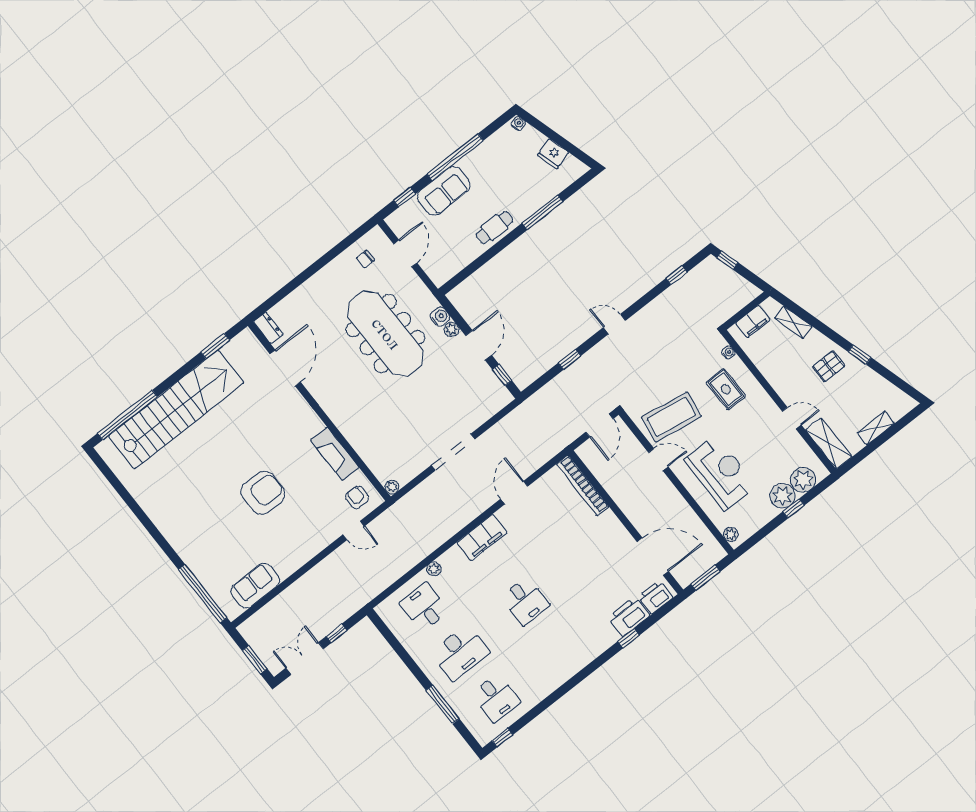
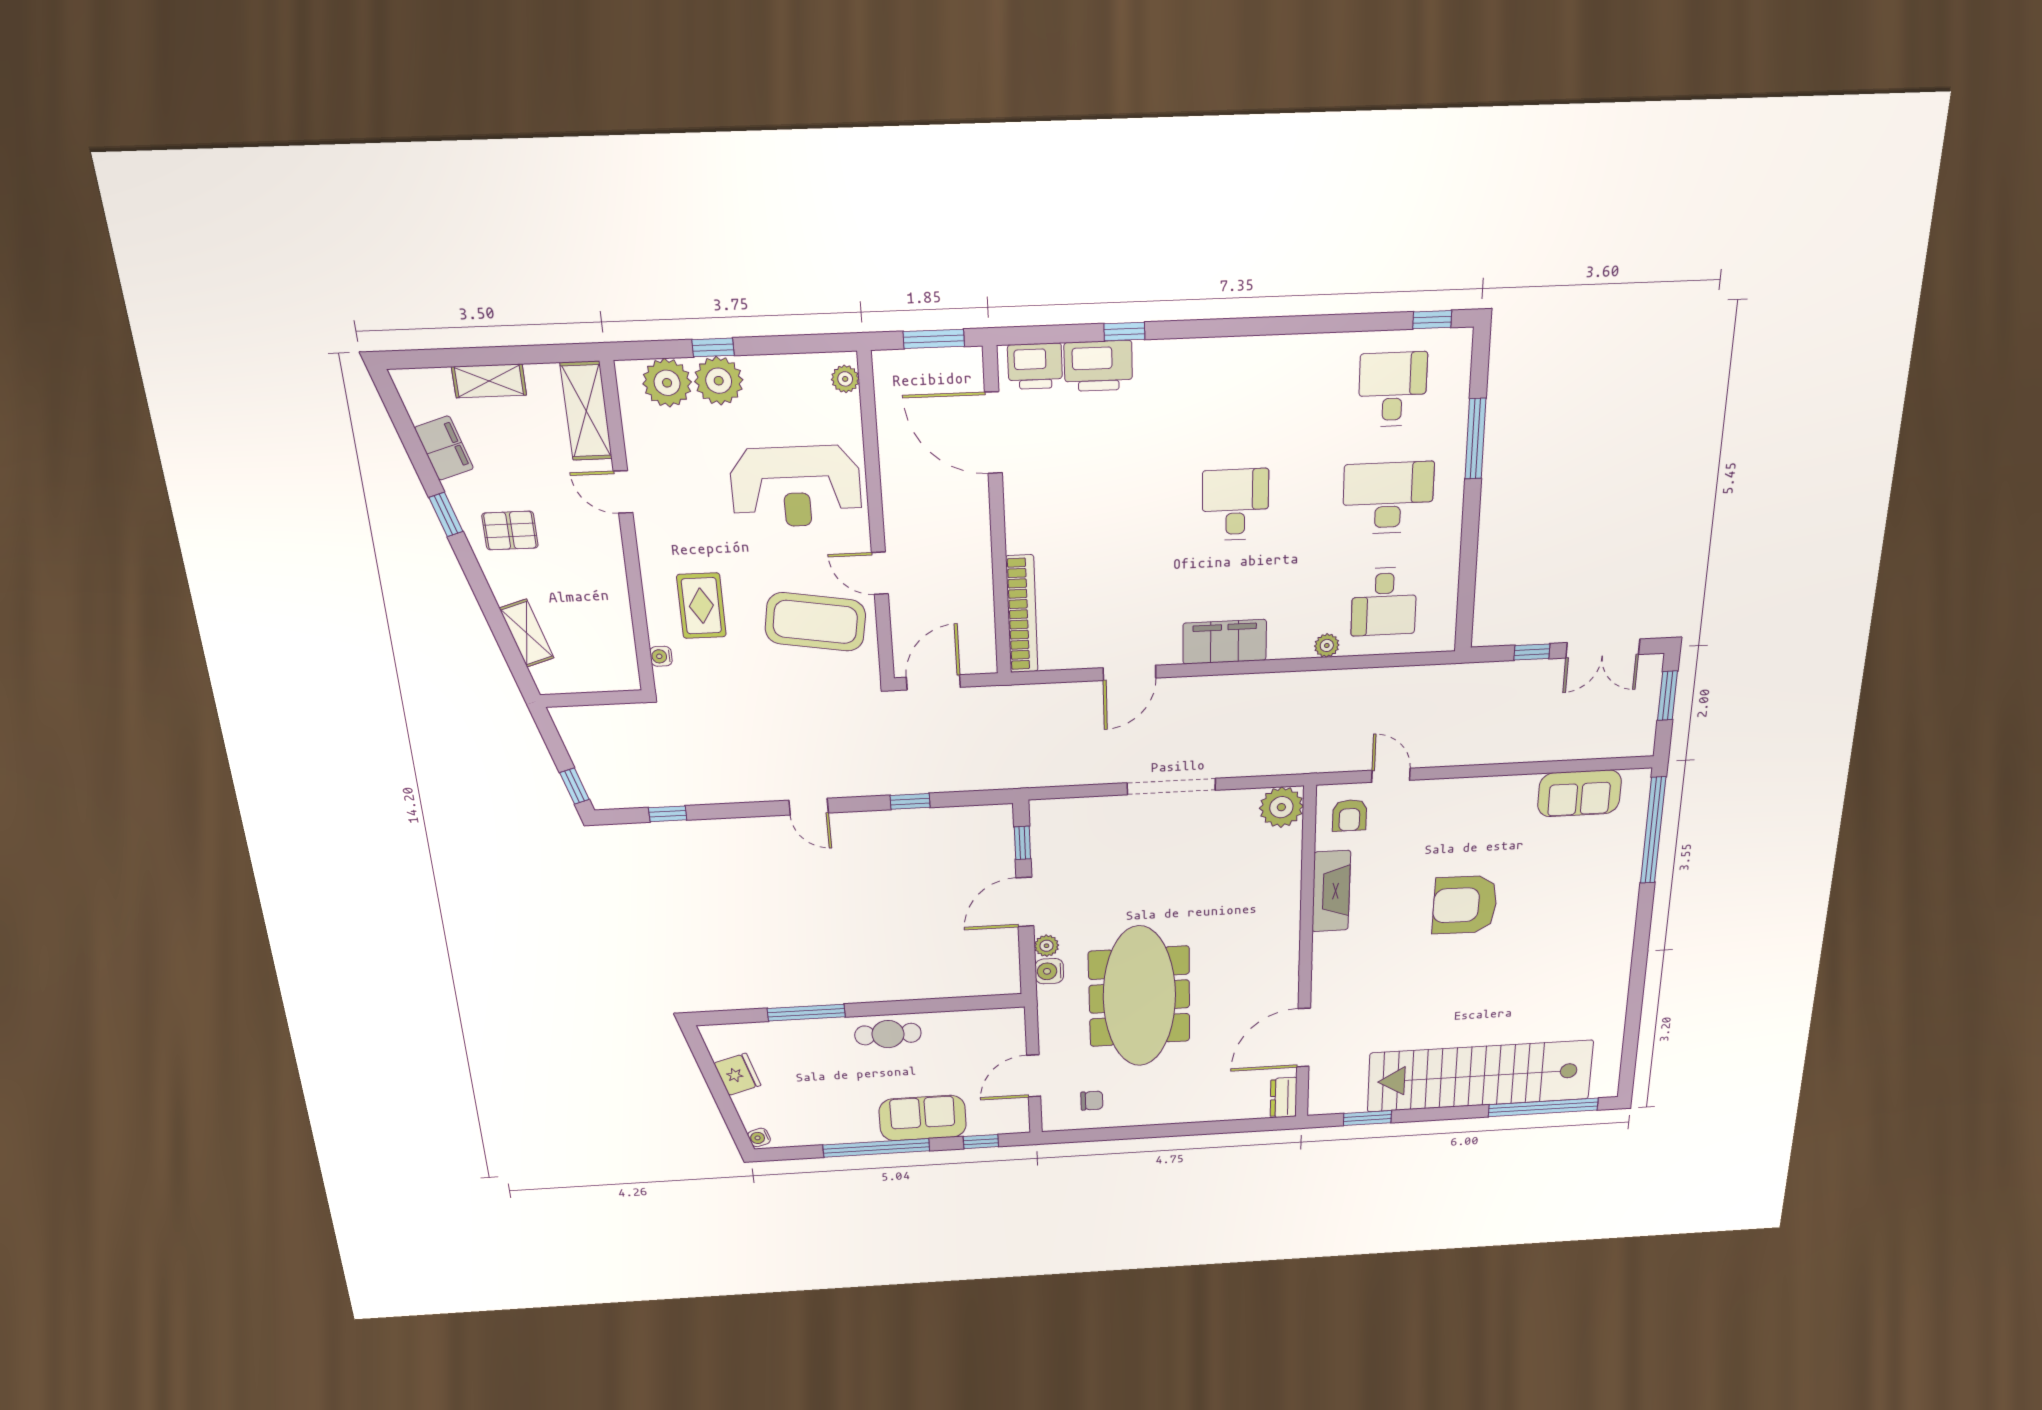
filing cabinet: (753, 322) -> (444, 448), moved, turned 74
reception desk: (720, 473) -> (796, 487), turned -90
plant: (392, 487) -> (1281, 807), width x1.87, depth x1.87

